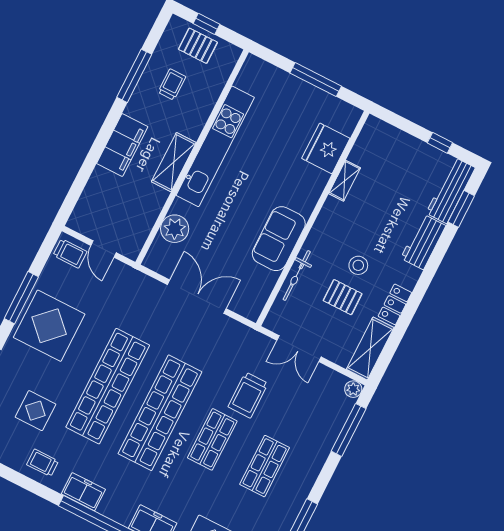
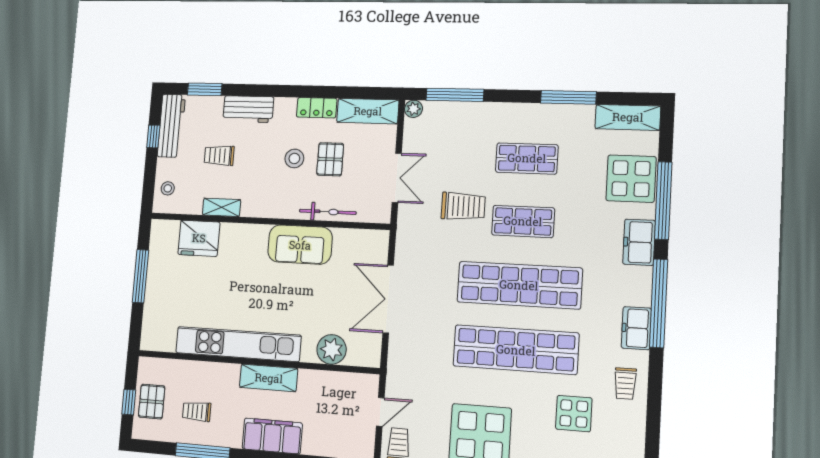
stool: (385, 137) -> (168, 188), added
workbench: (451, 190) -> (171, 126), moved, turned -90
trolley: (393, 198) -> (219, 156), added

